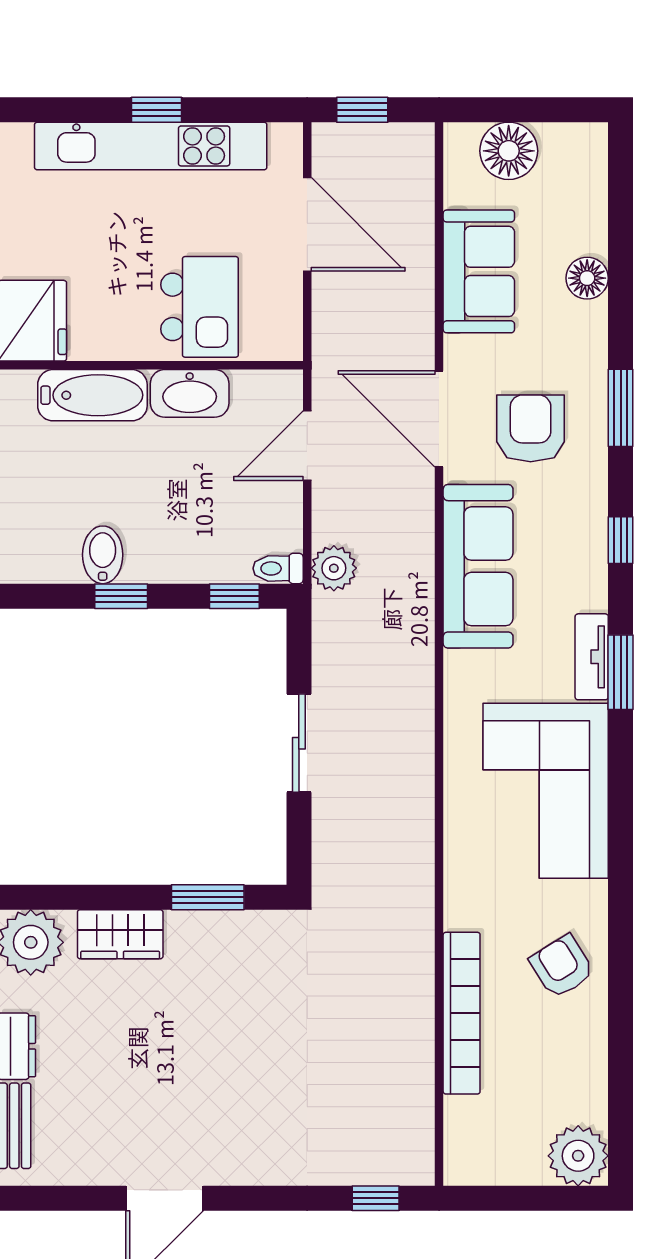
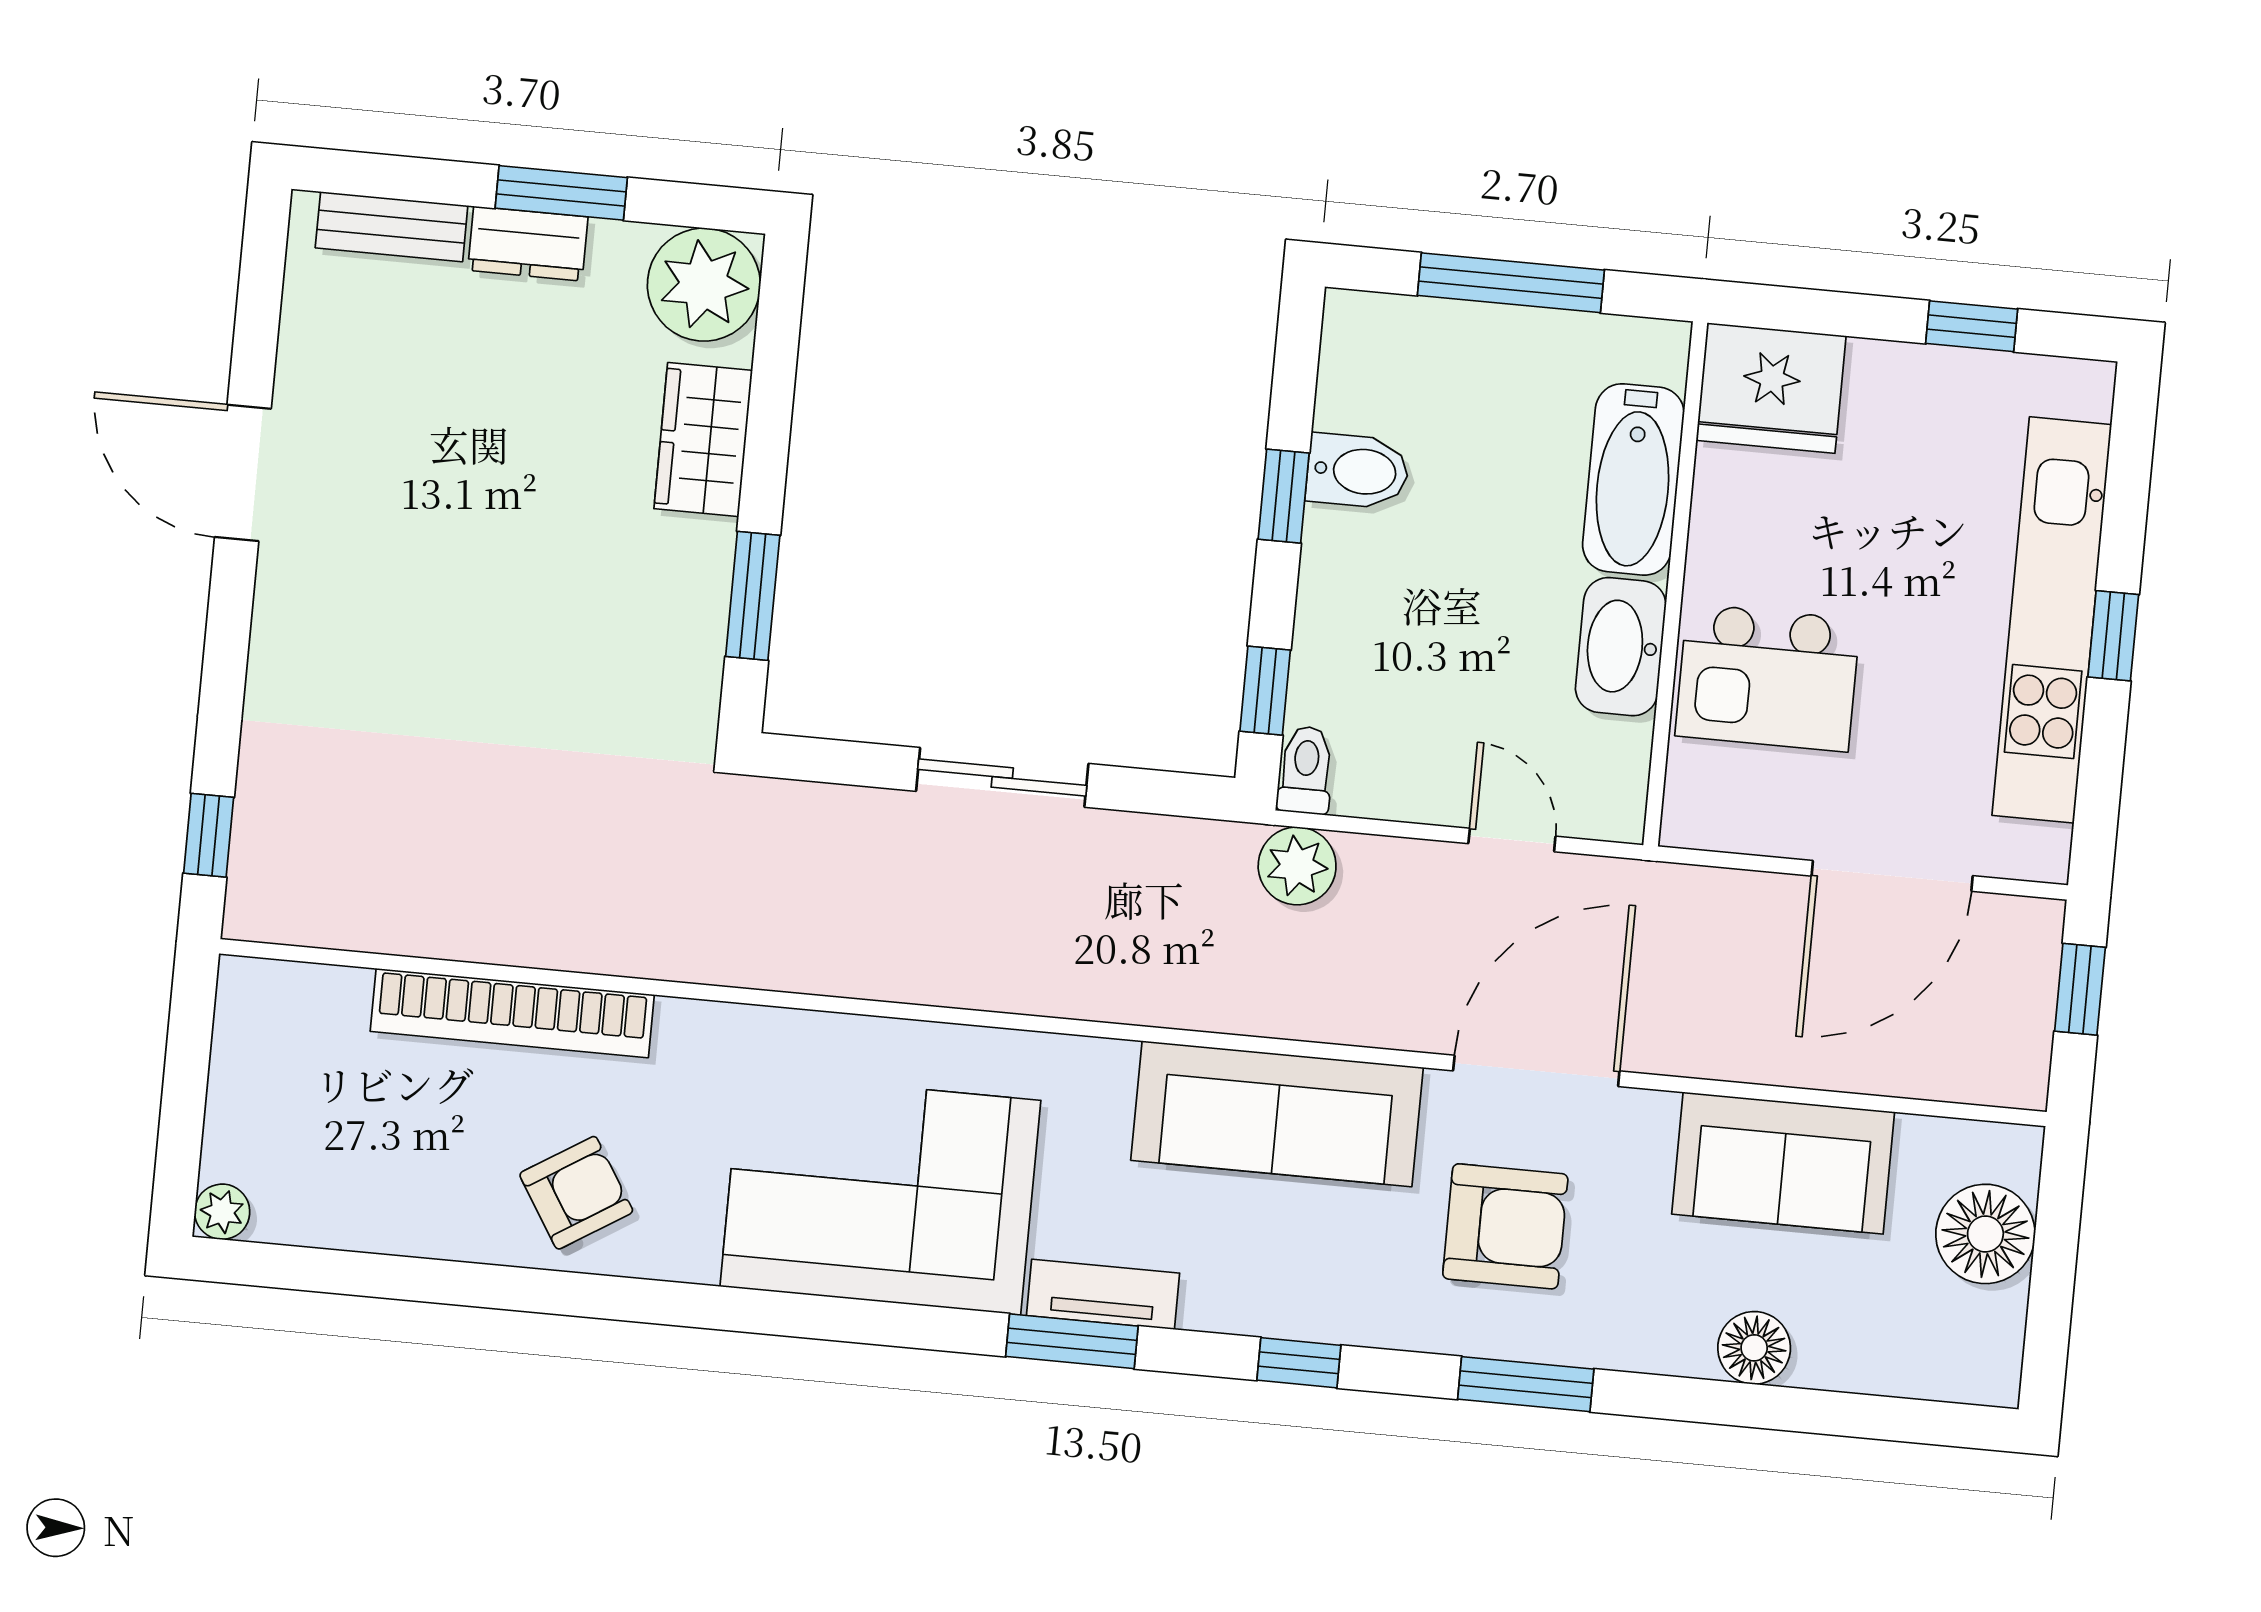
door: (307, 446) -> (1512, 840), width x0.73
plant: (578, 1156) -> (222, 1212), width x0.53, depth x0.53

